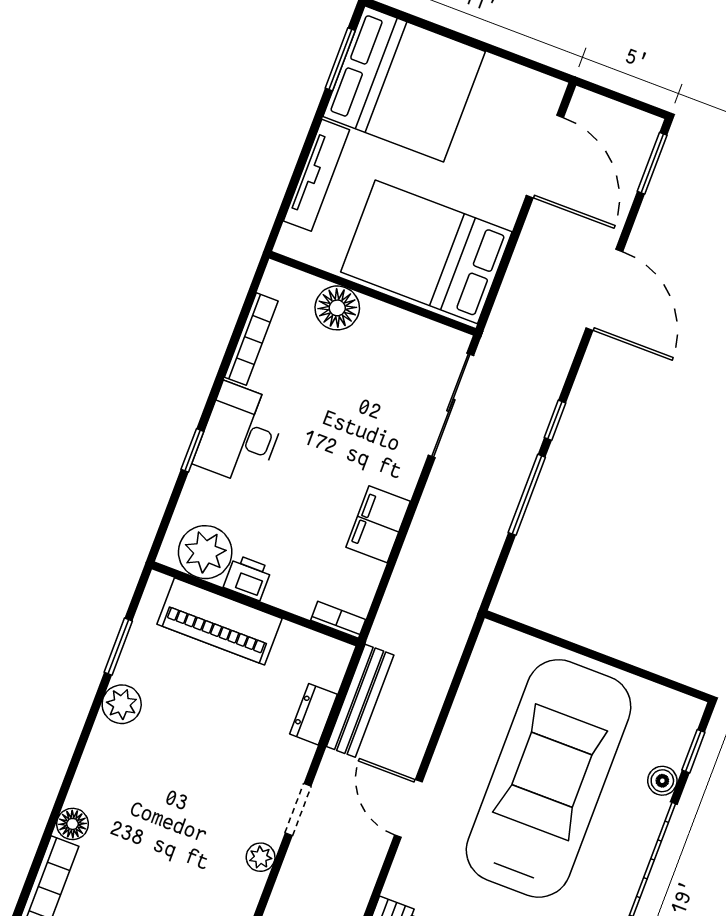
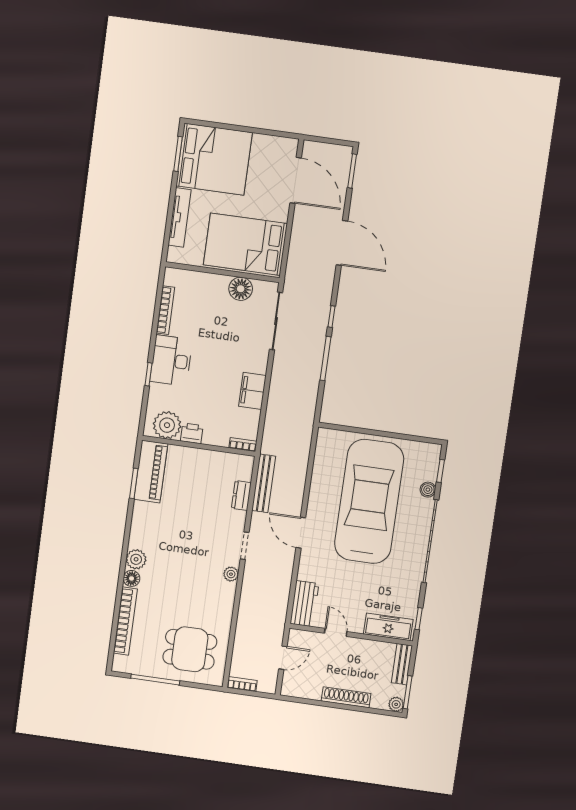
floor lamp: (337, 308) -> (241, 289), moved
piano: (219, 621) -> (151, 472), moved, turned -90
plant: (122, 704) -> (136, 559), moved

